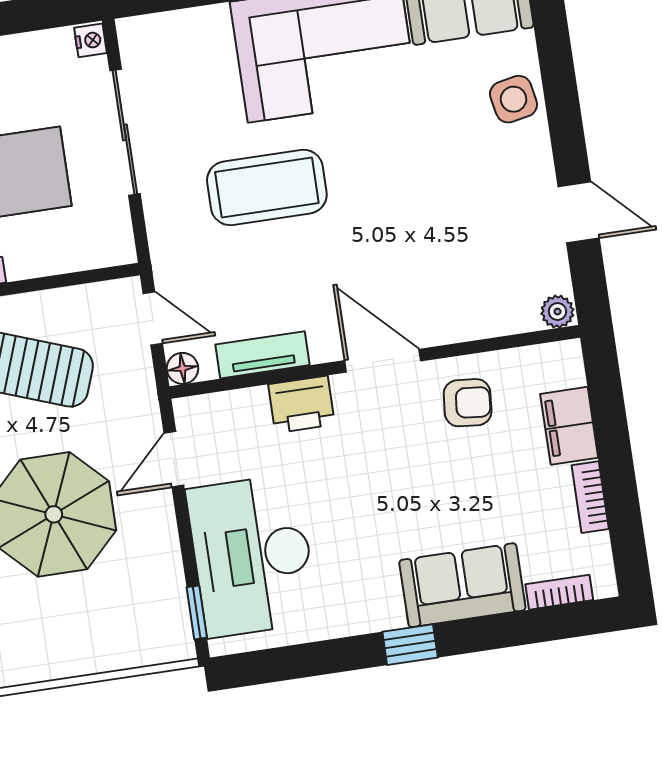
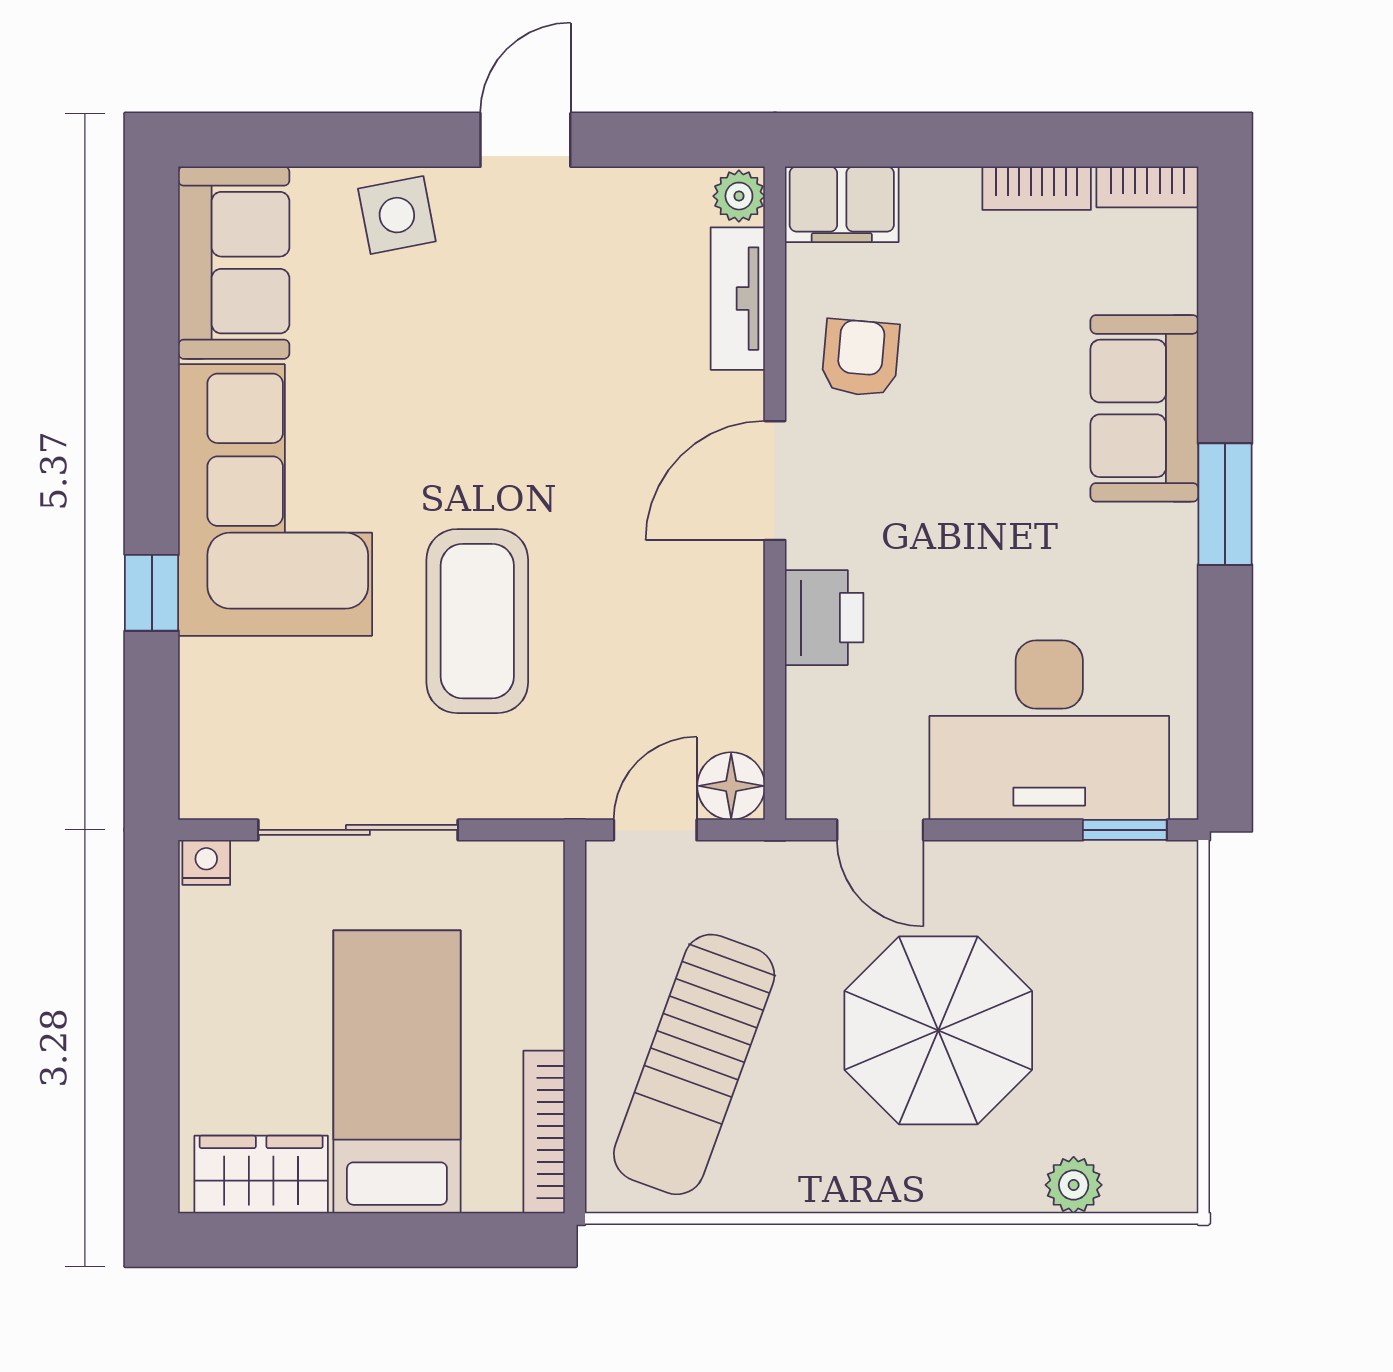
door: (579, 212) -> (525, 140), moved
tv unit: (263, 355) -> (738, 299), moved
floor lamp: (182, 368) -> (731, 786), width x1.37, depth x1.37
filing cabinet: (569, 426) -> (842, 204), moved
bookcase: (559, 592) -> (1147, 187), moved, turned -90
window: (410, 645) -> (1225, 504), width x1.50

